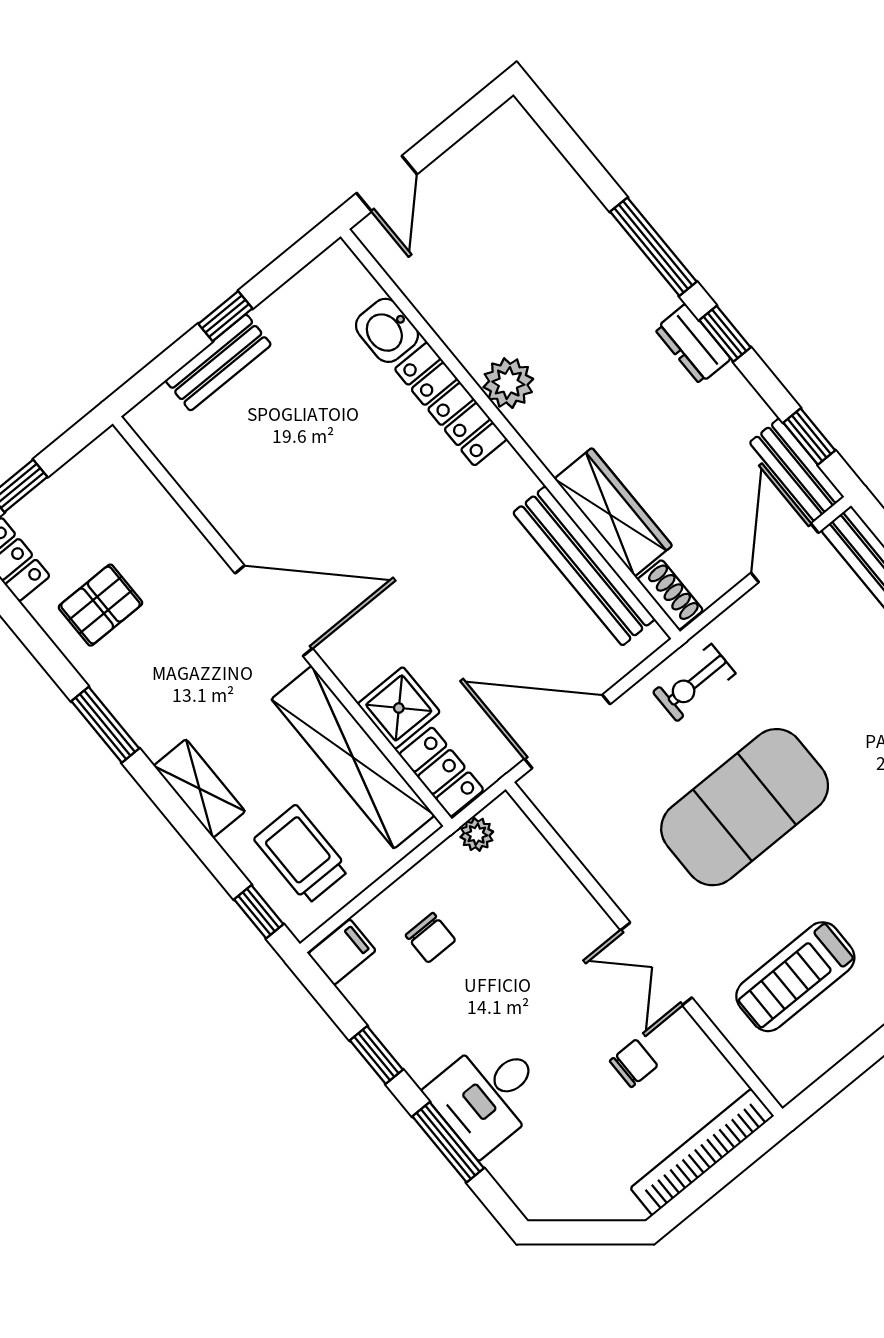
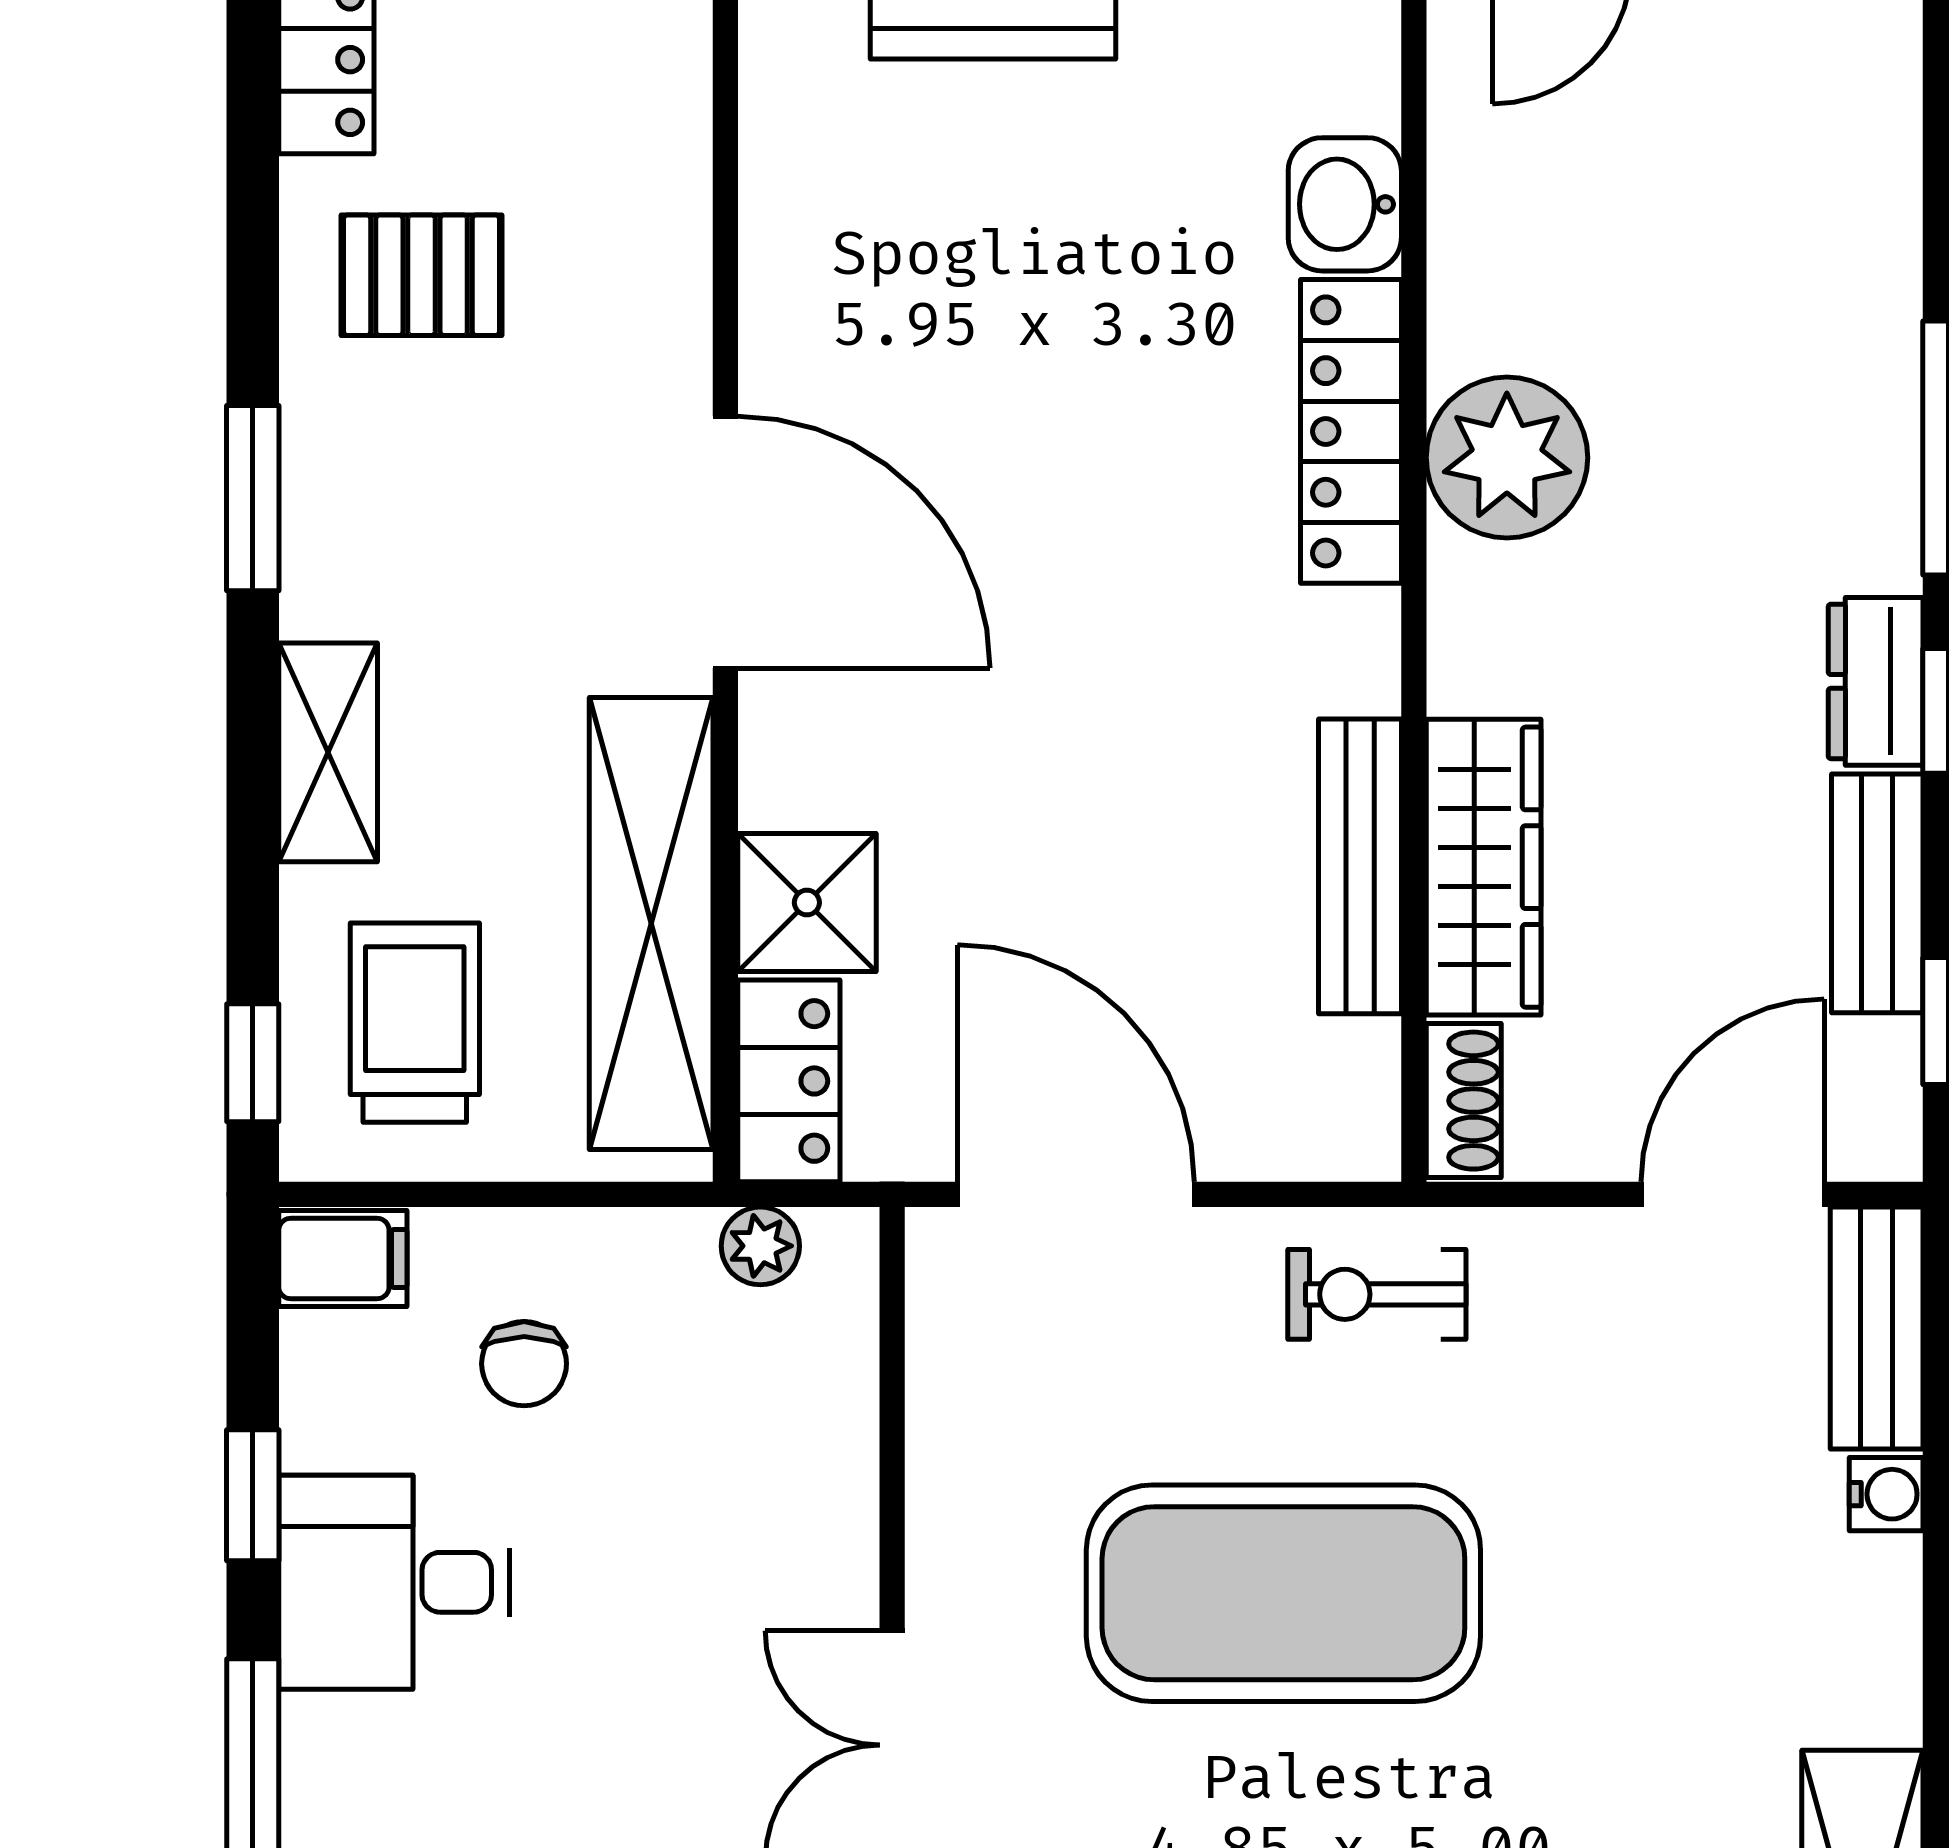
plant: (508, 383) -> (1507, 458), width x1.36, depth x1.36
bench: (797, 470) -> (1877, 893), moved
bench: (584, 566) -> (1360, 866), width x0.73, depth x0.82
desk: (488, 1095) -> (394, 1582), moved

